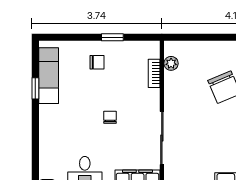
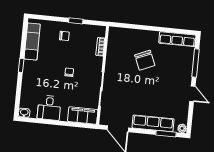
plant: (171, 63) -> (112, 41), removed
window: (35, 88) -> (21, 65), moved

